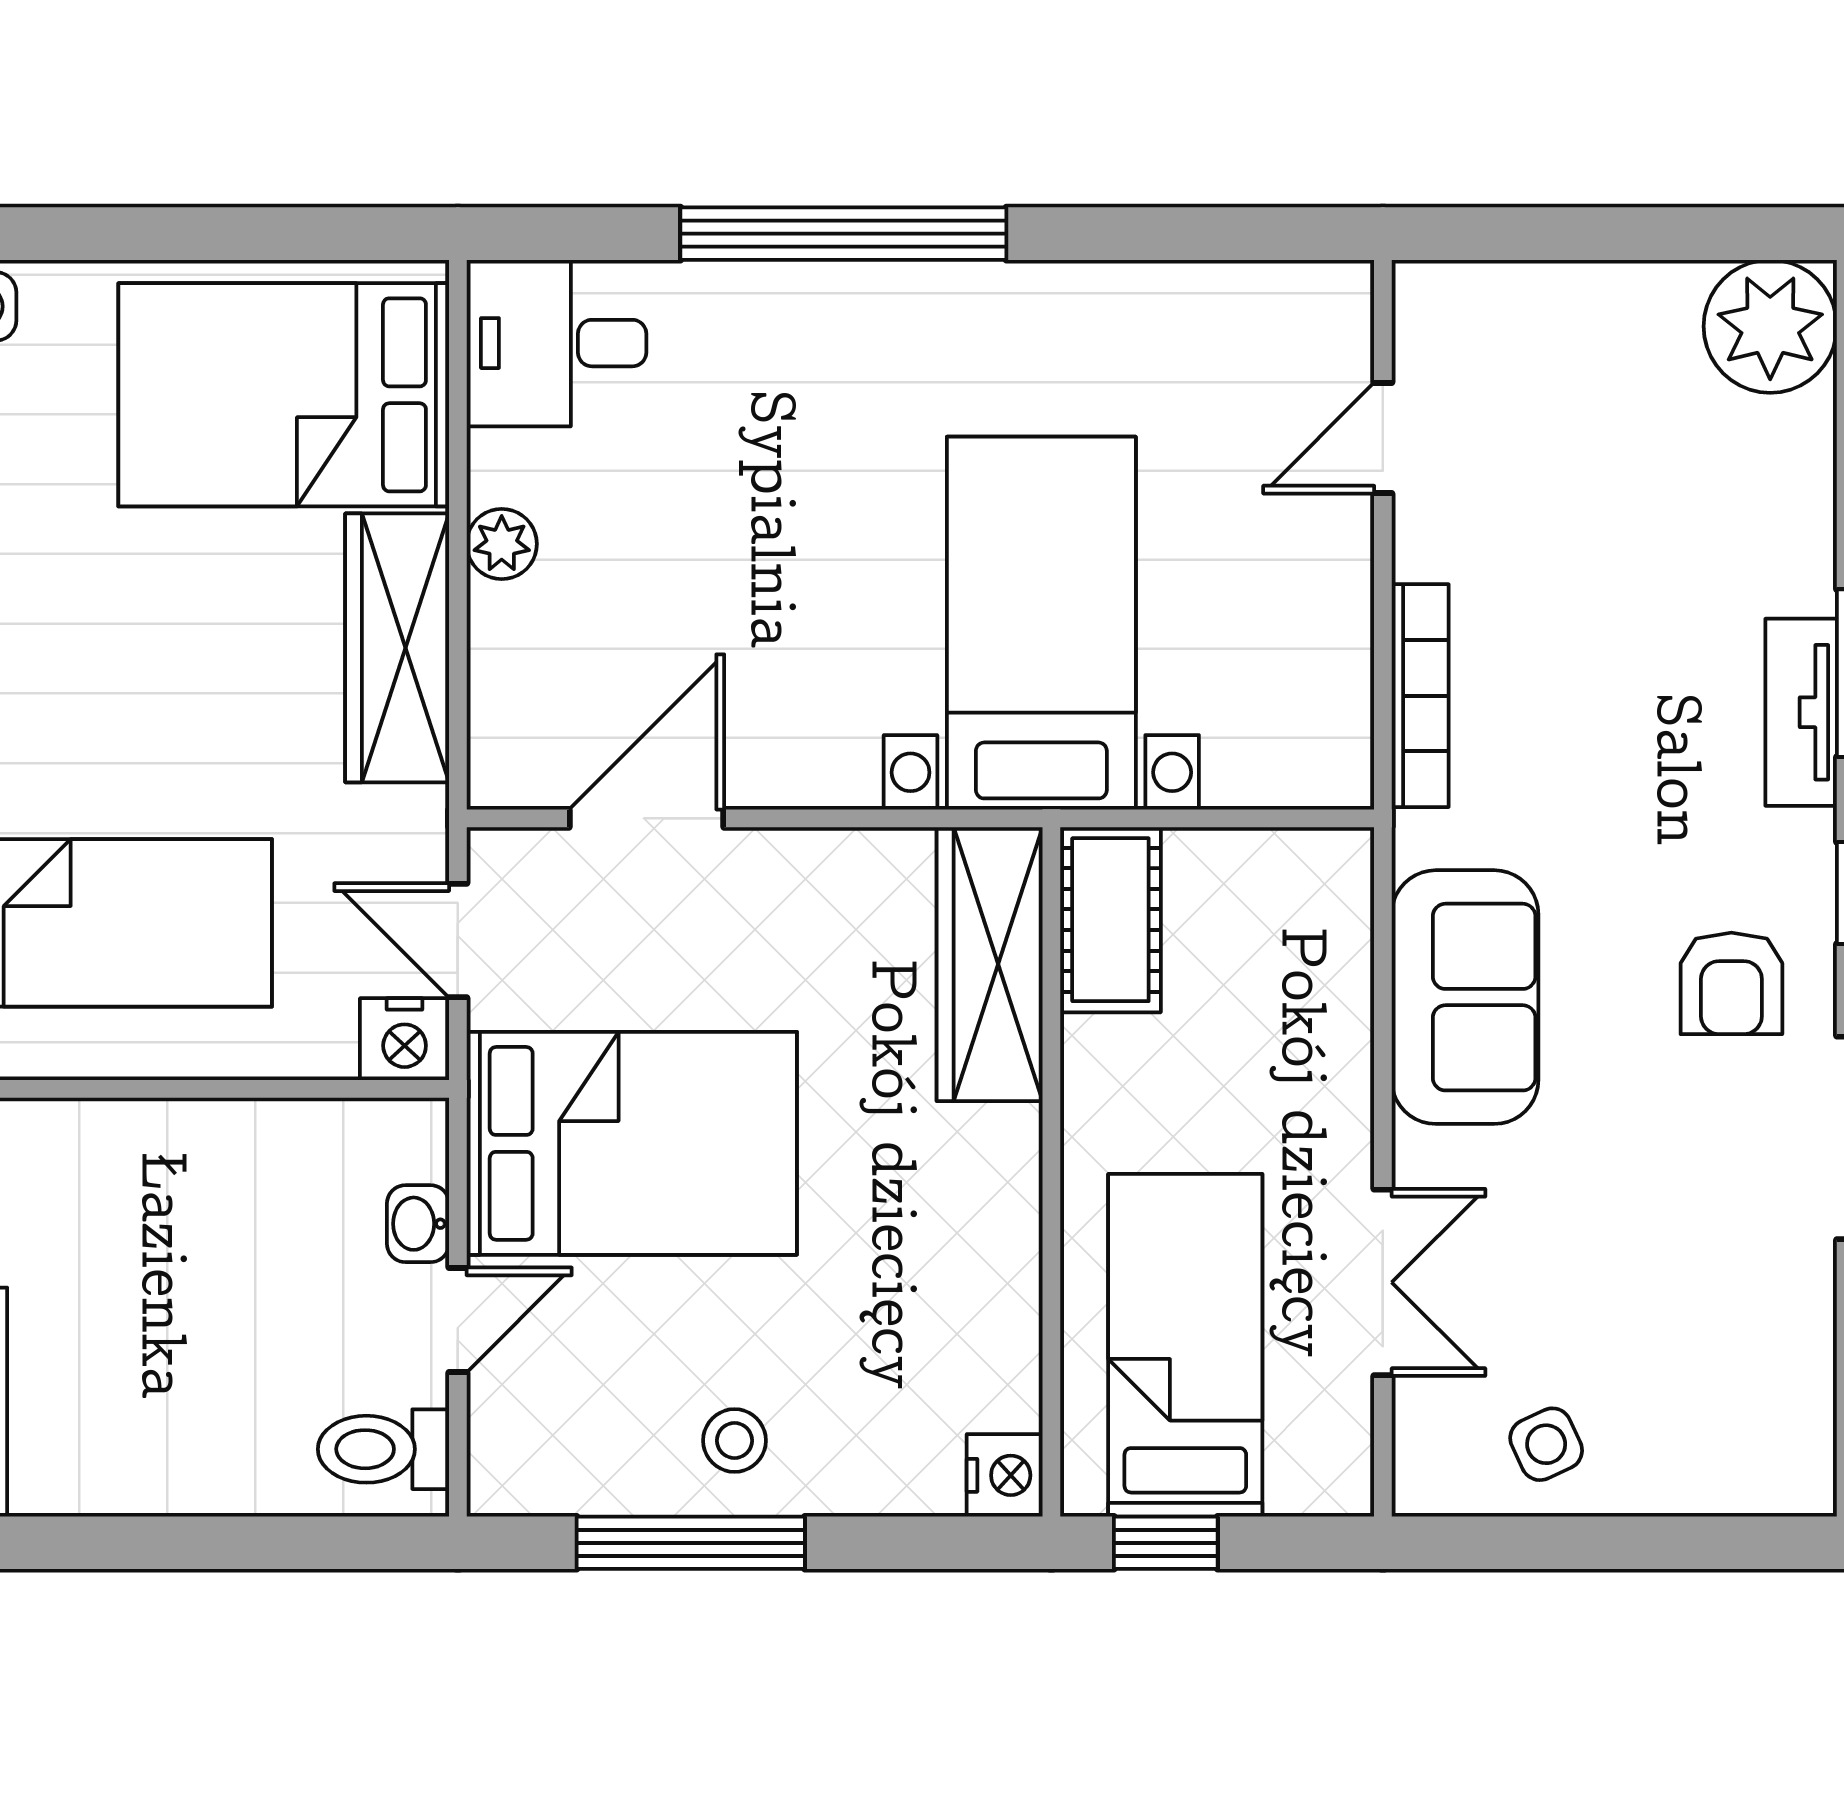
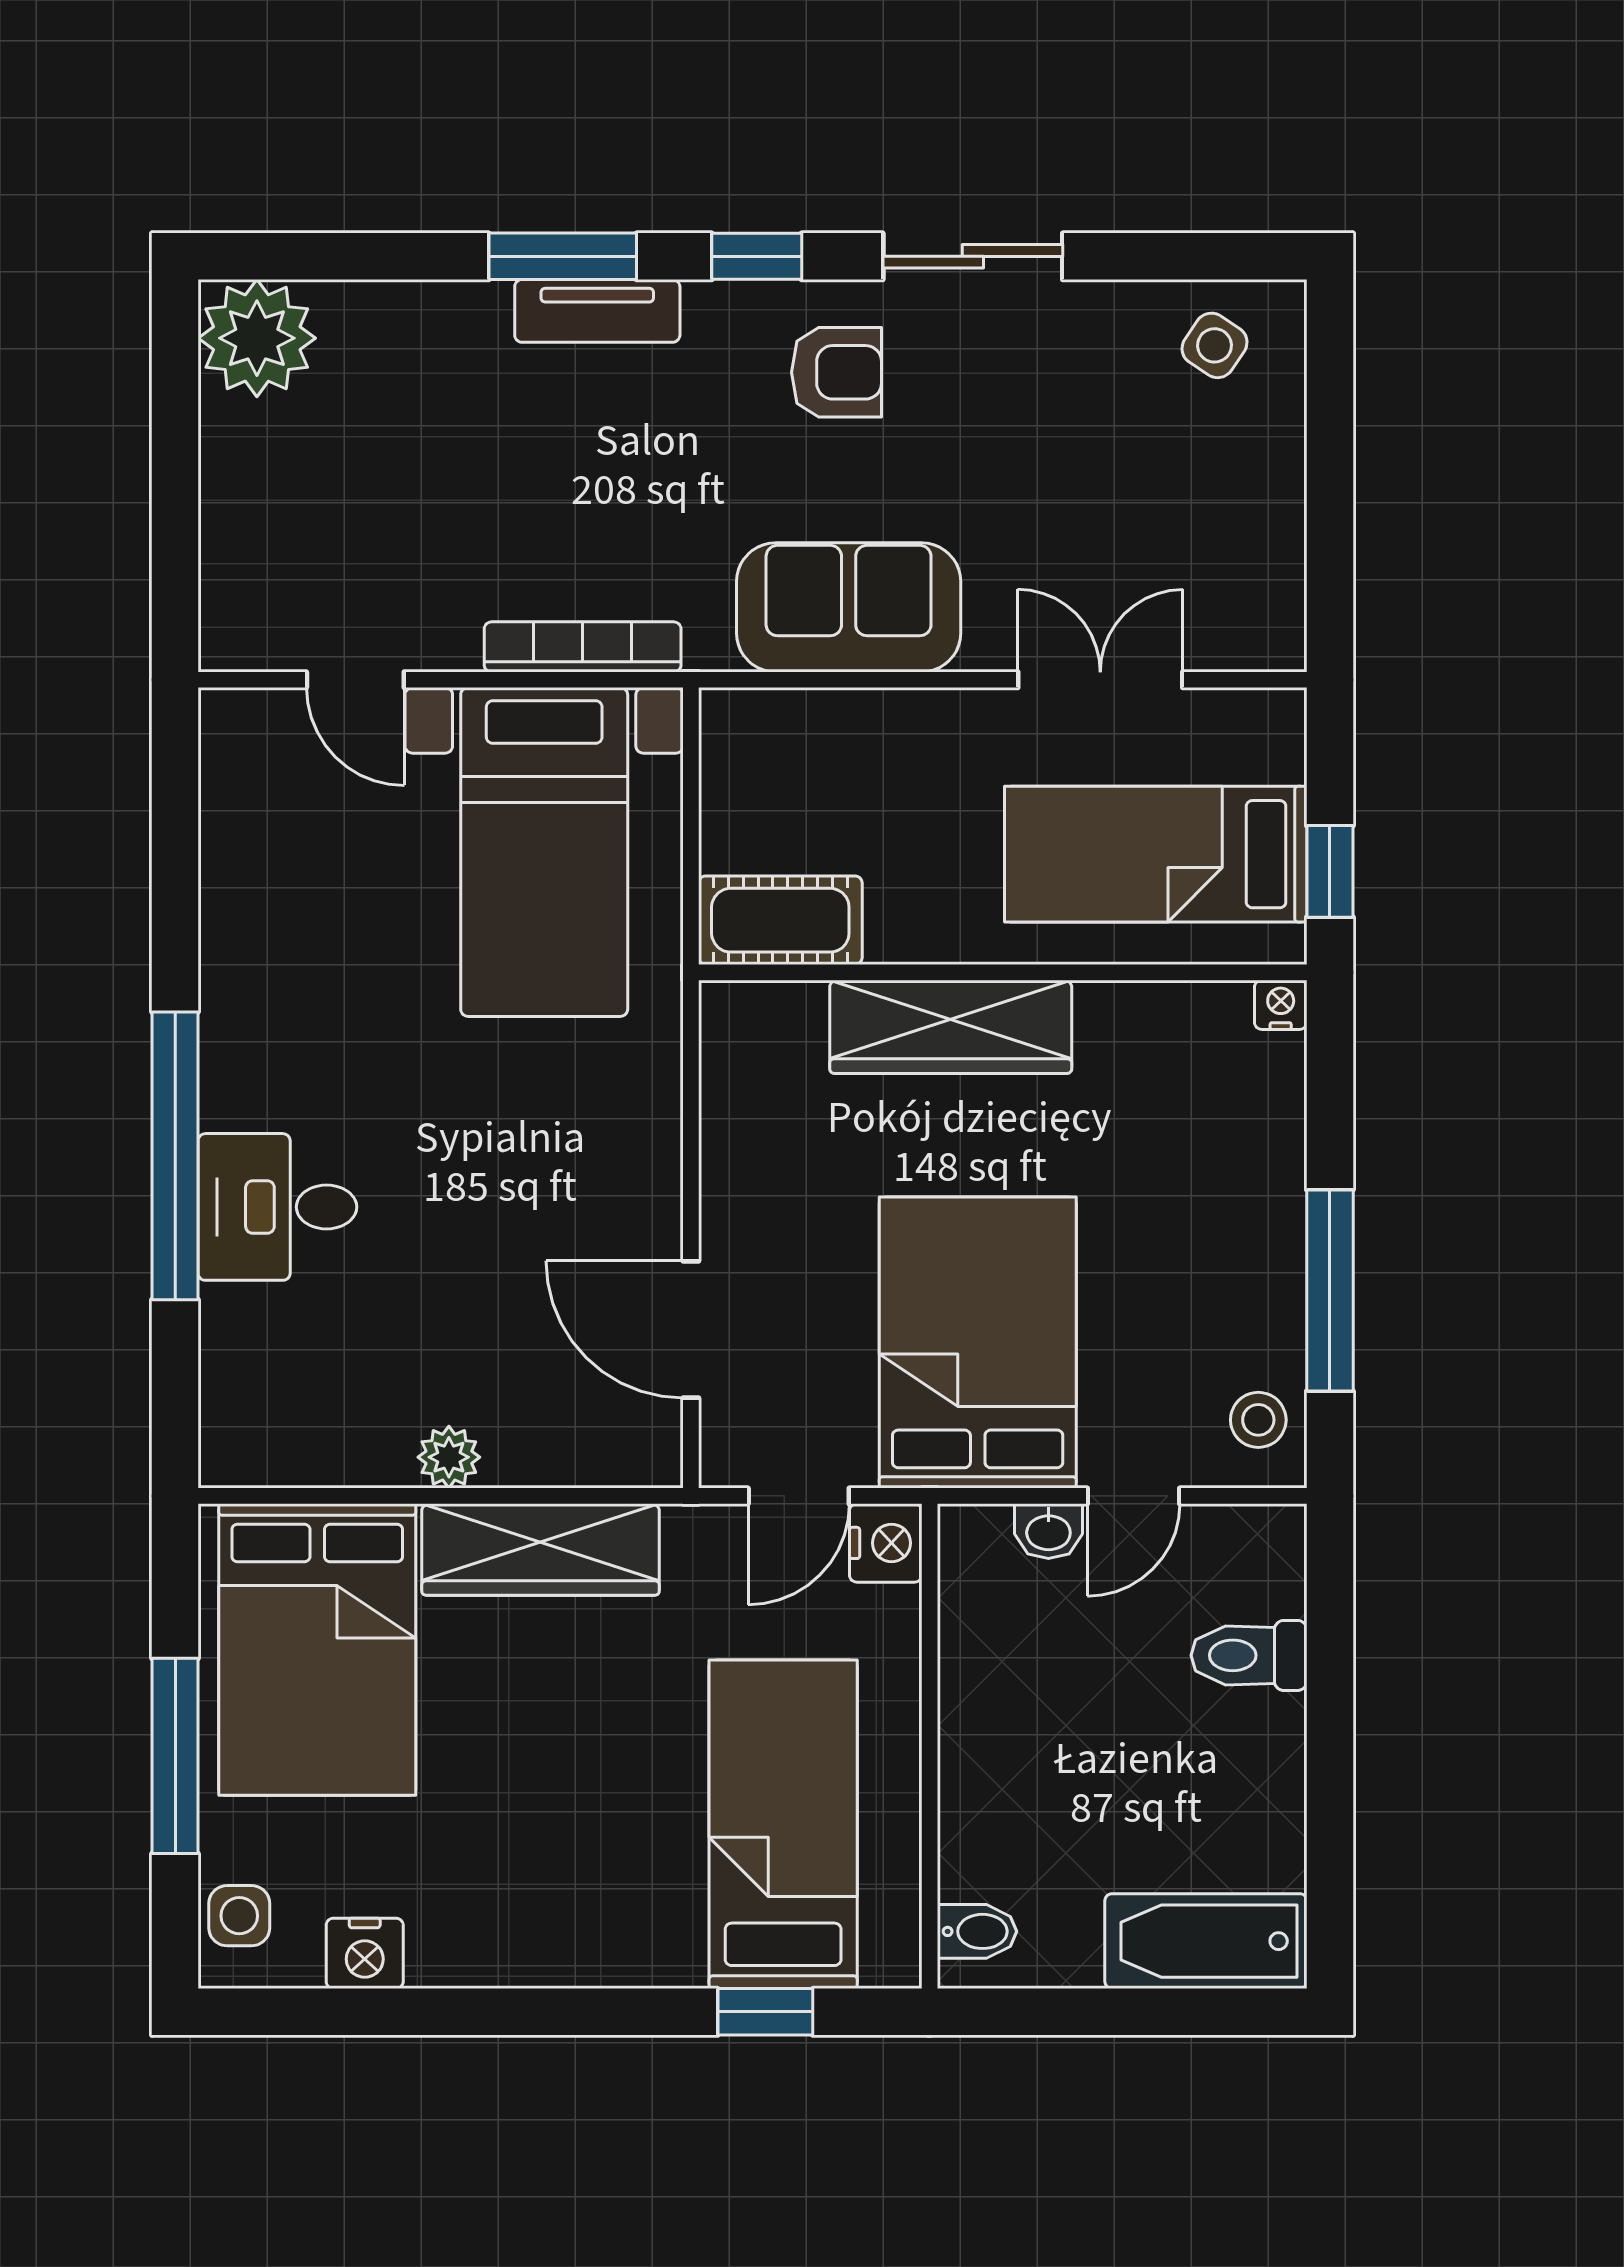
window: (163, 234) -> (175, 1756), added
desk: (556, 343) -> (277, 1207), moved, turned 90
bed with nightstands: (1041, 623) -> (544, 852), moved, turned -90
wardrobe: (990, 964) -> (951, 1027), moved
door: (458, 1320) -> (1133, 1496), swing flipped
stool: (735, 1441) -> (1258, 1420), moved
side table: (1546, 1444) -> (1215, 345), moved, turned -31
toilet: (383, 1449) -> (1249, 1655), moved, turned 90
nightstand: (1005, 1475) -> (1281, 1005), width x0.72, depth x0.74

